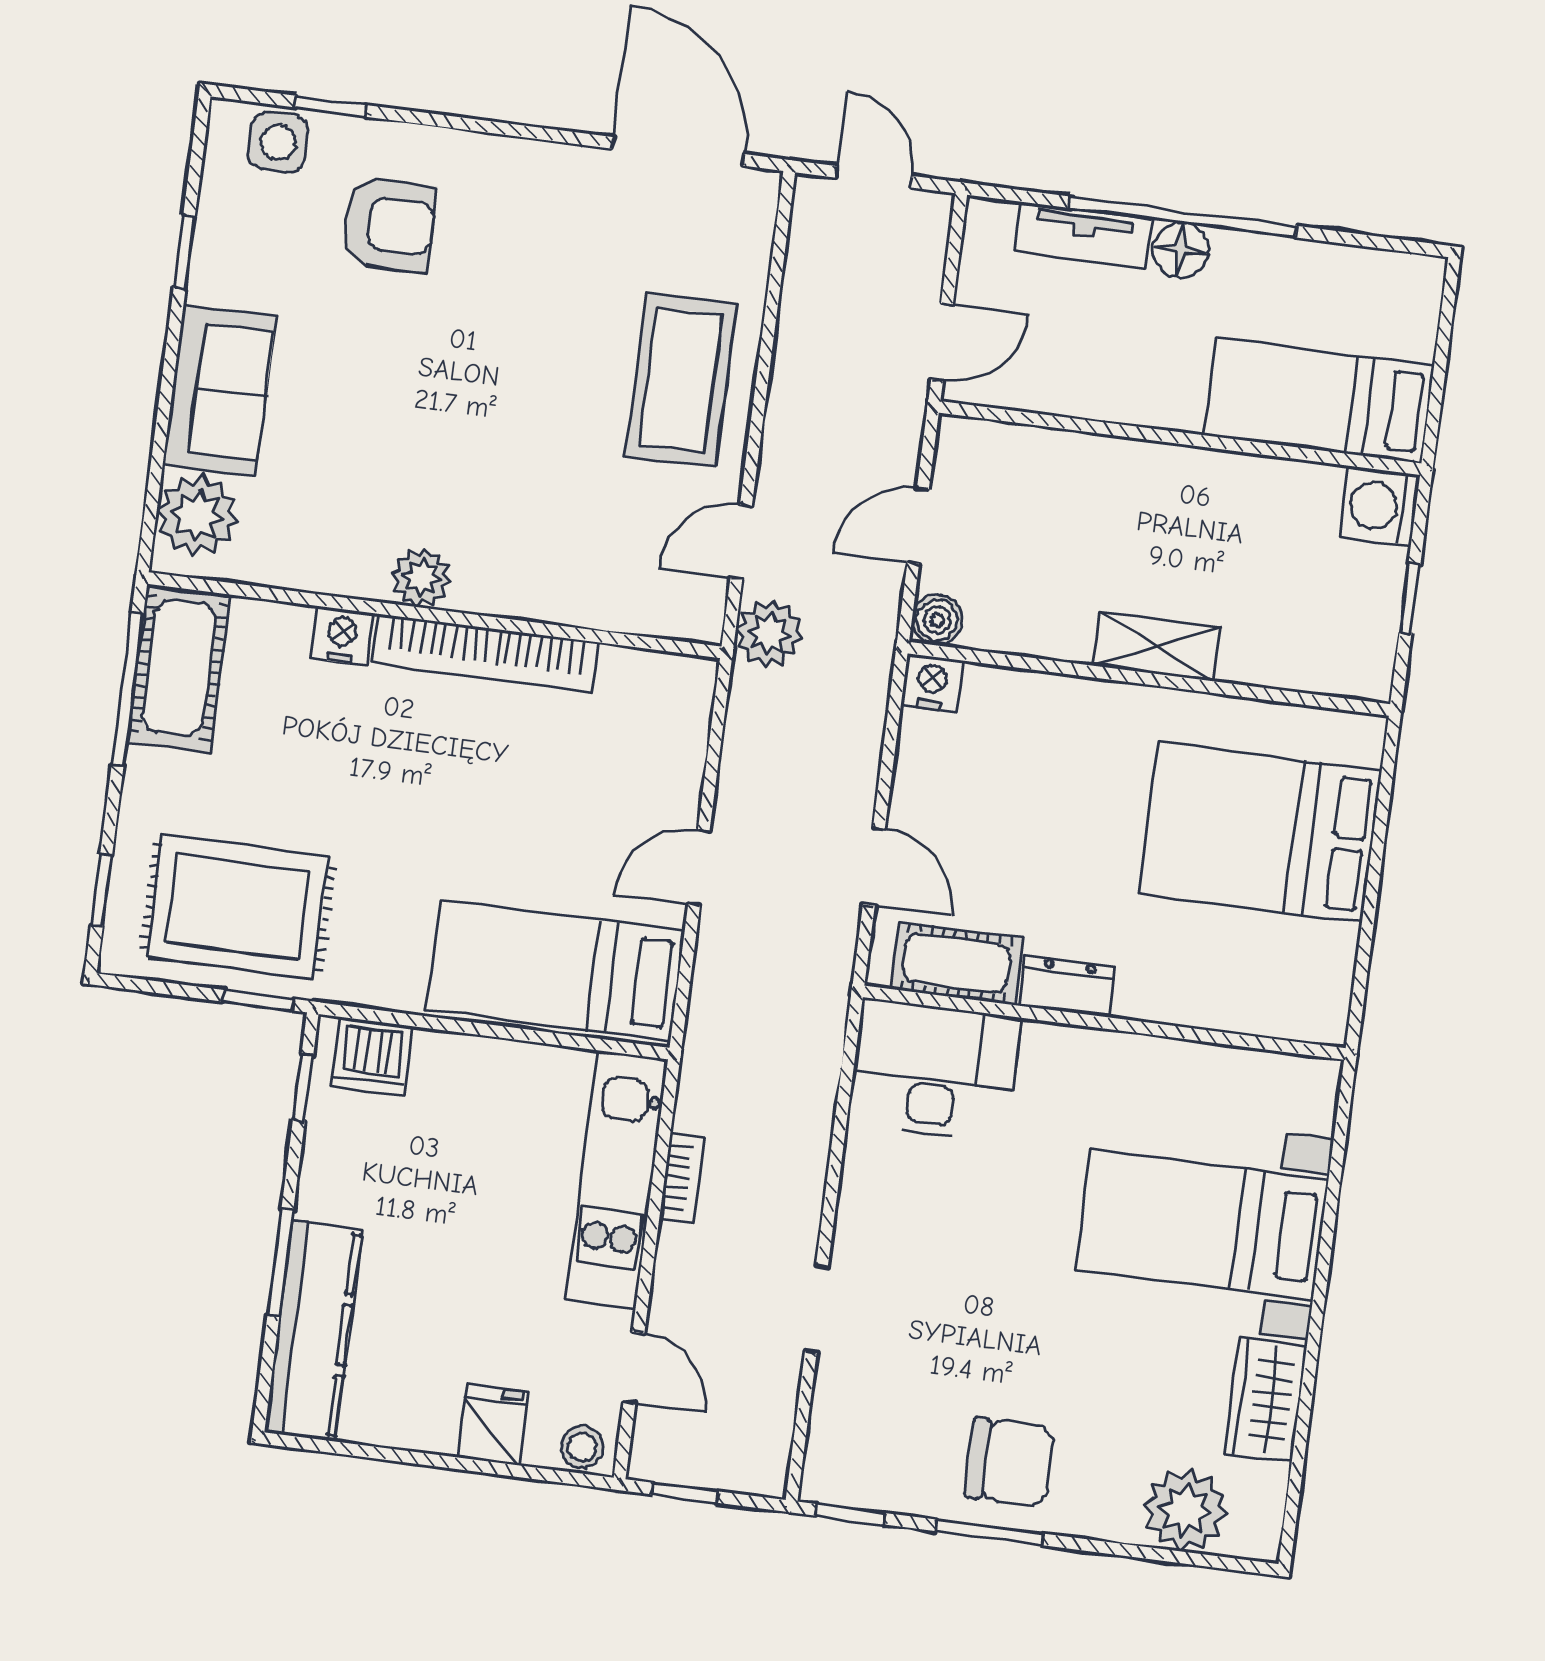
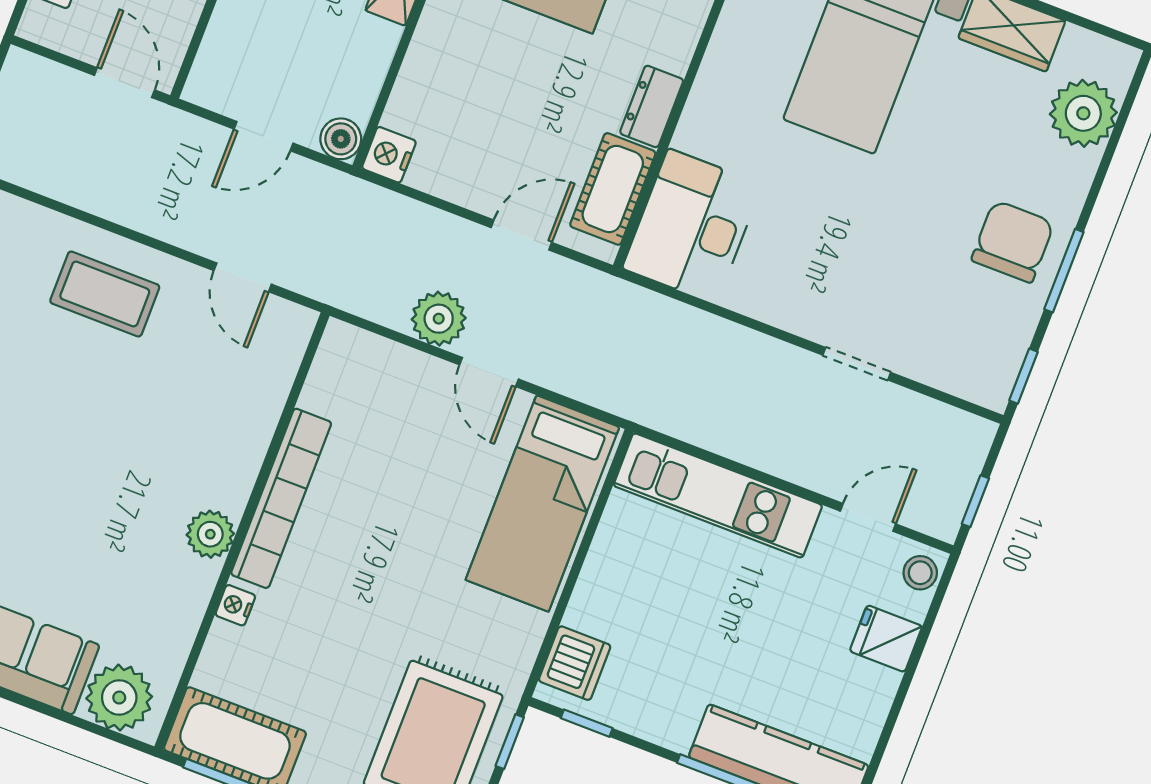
coffee table: (681, 380) -> (105, 294), width x0.73, depth x0.76
door: (918, 526) -> (264, 136), hinge flipped
plant: (769, 633) -> (439, 319), moved
nightstand: (342, 636) -> (235, 605), width x0.72, depth x0.74
bookcase: (682, 1178) -> (729, 444), removed

